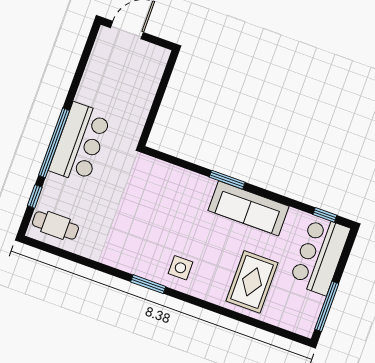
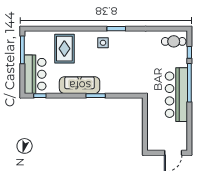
bar counter: (80, 143) -> (176, 95), width x1.36

